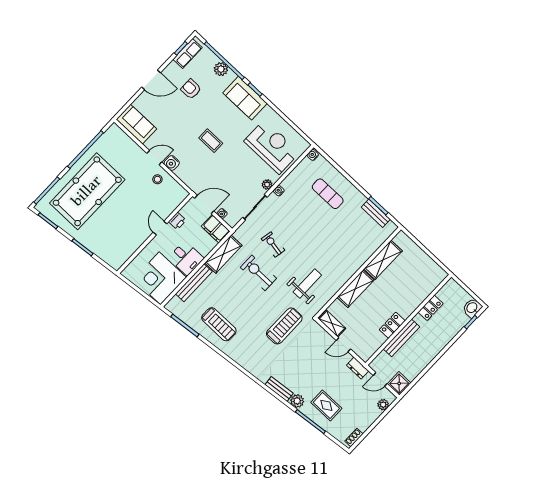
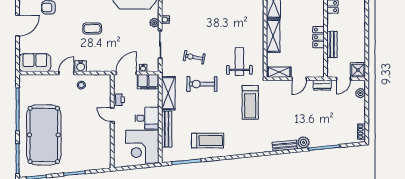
treadmill: (284, 326) -> (250, 102), turned 180
bench: (401, 338) -> (332, 44), width x0.73
rug: (326, 405) -> (325, 128), removed

